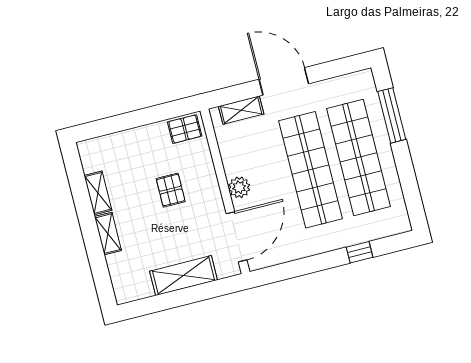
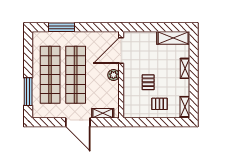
pallet: (185, 129) -> (159, 104), moved
shelving: (98, 193) -> (185, 107), moved
window: (360, 252) -> (62, 27), width x2.17
shelving: (184, 276) -> (173, 38), moved

